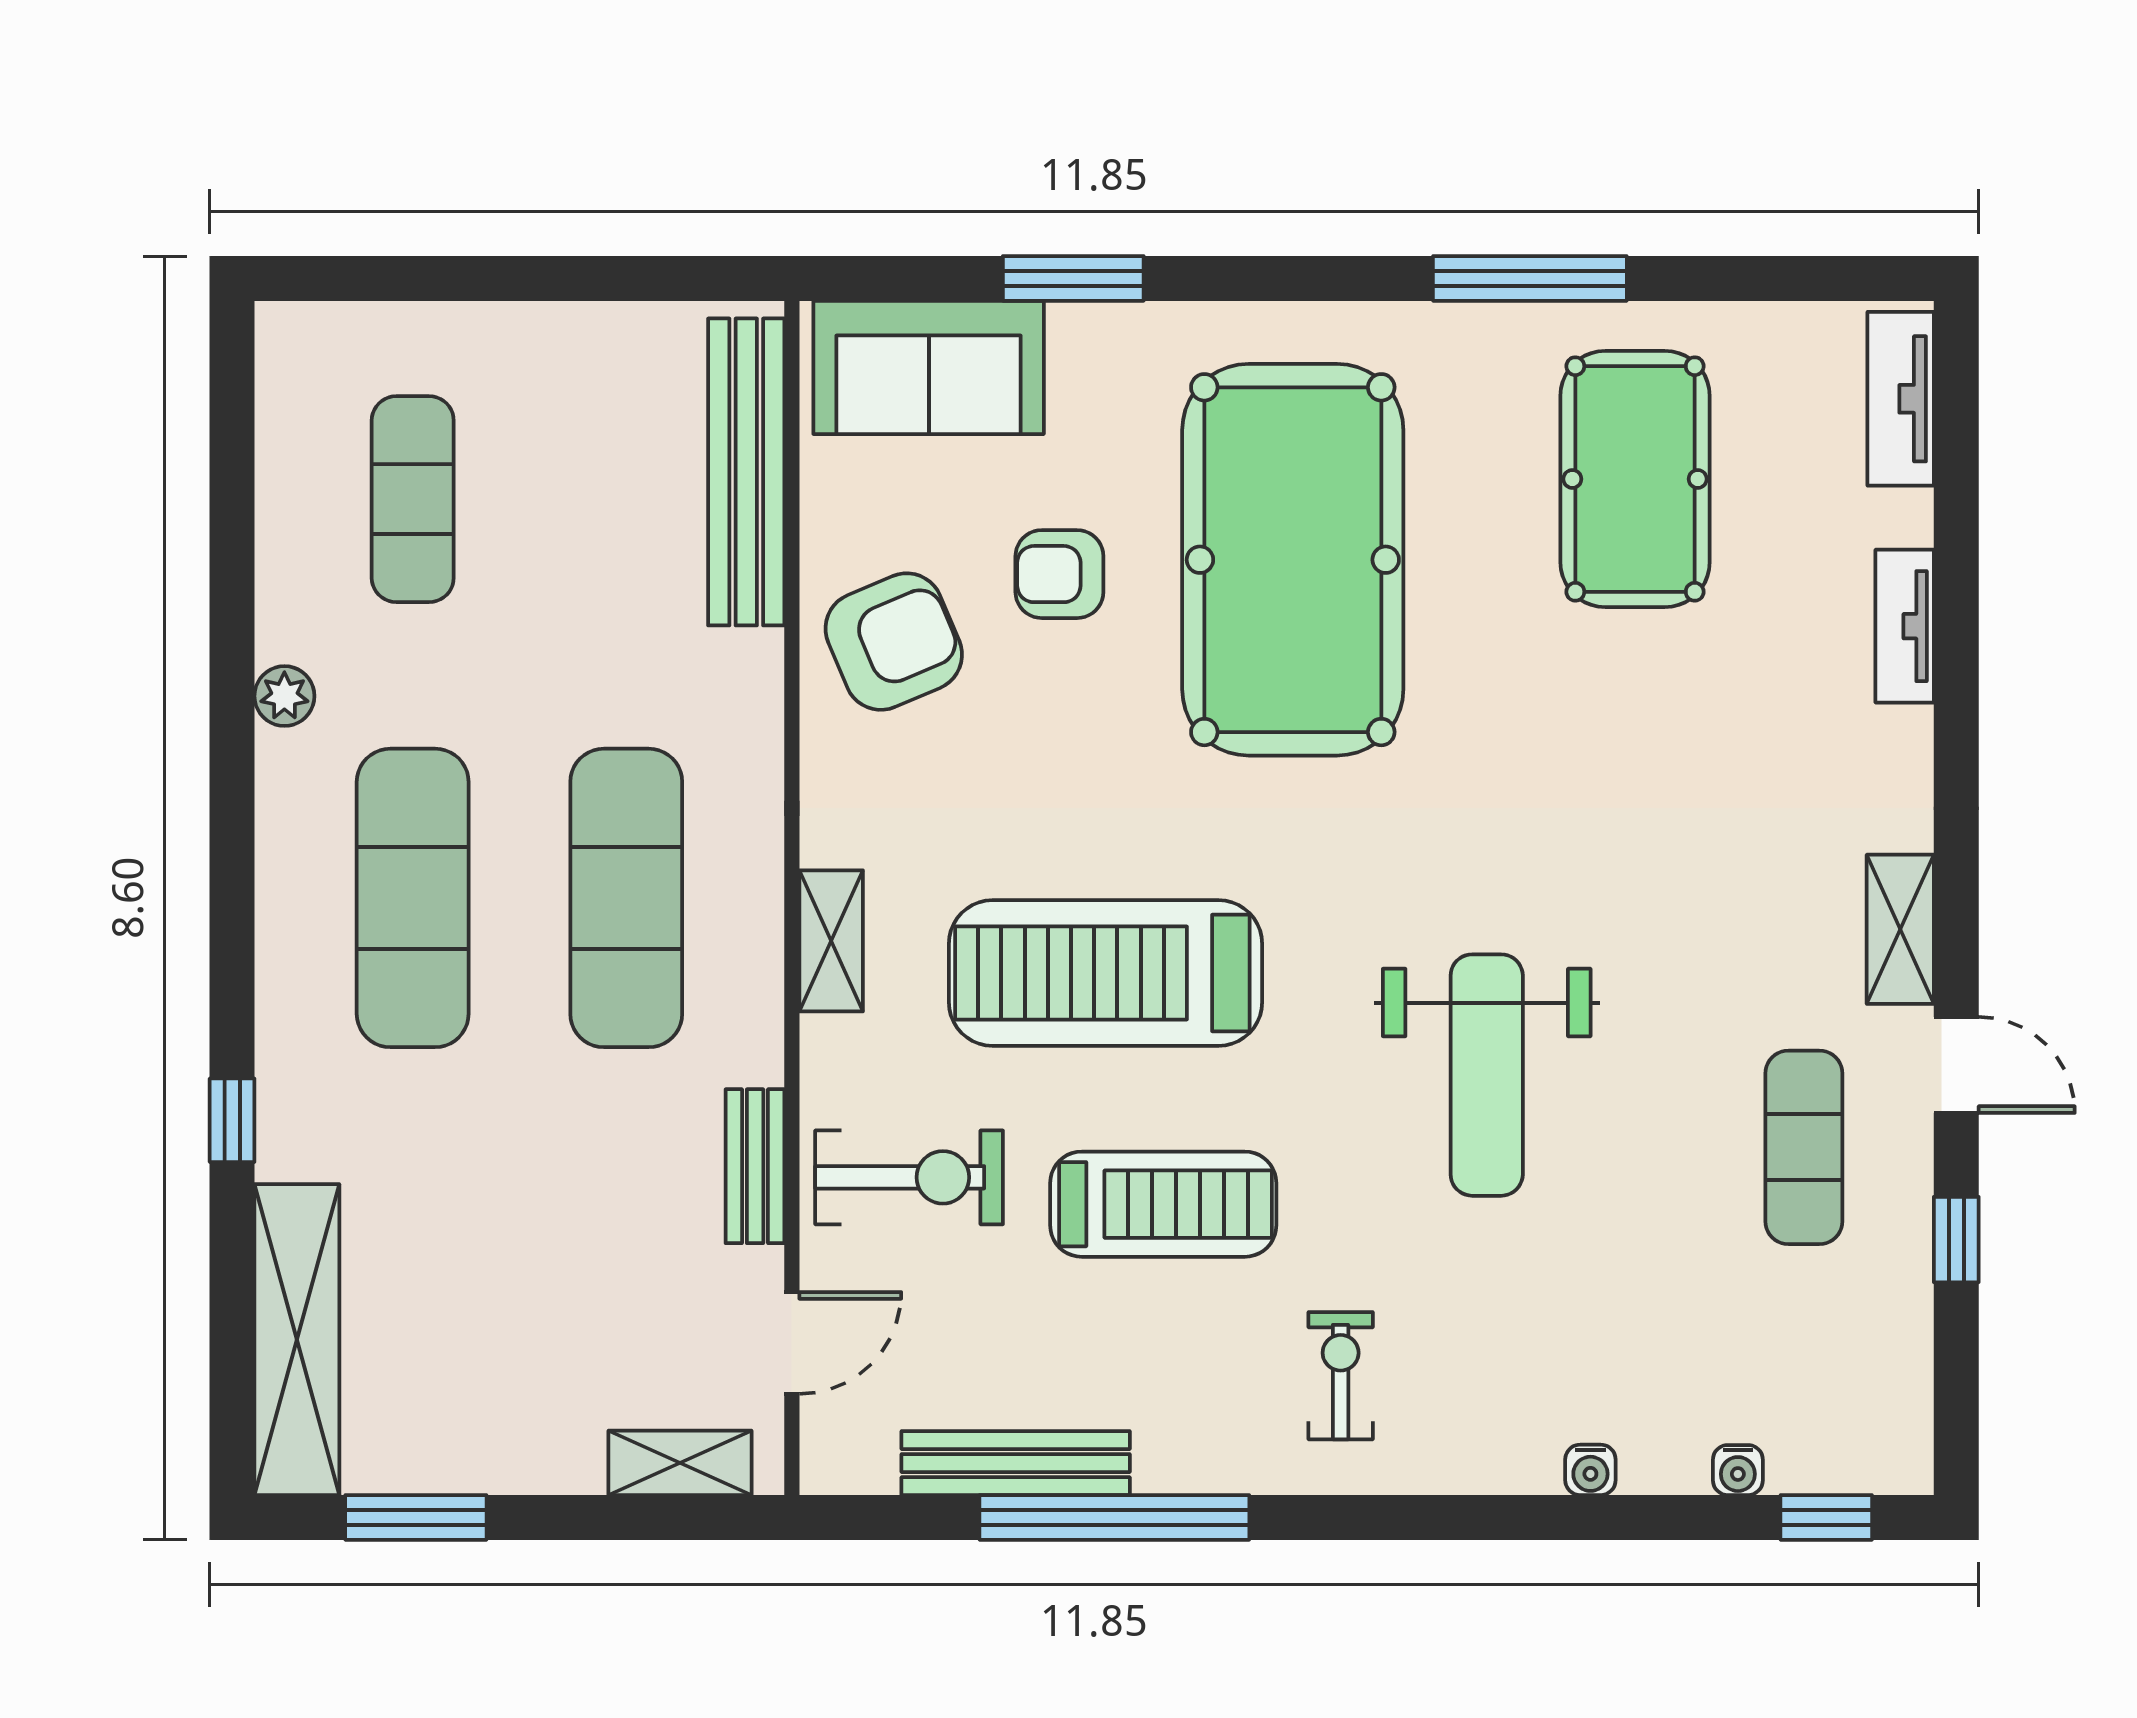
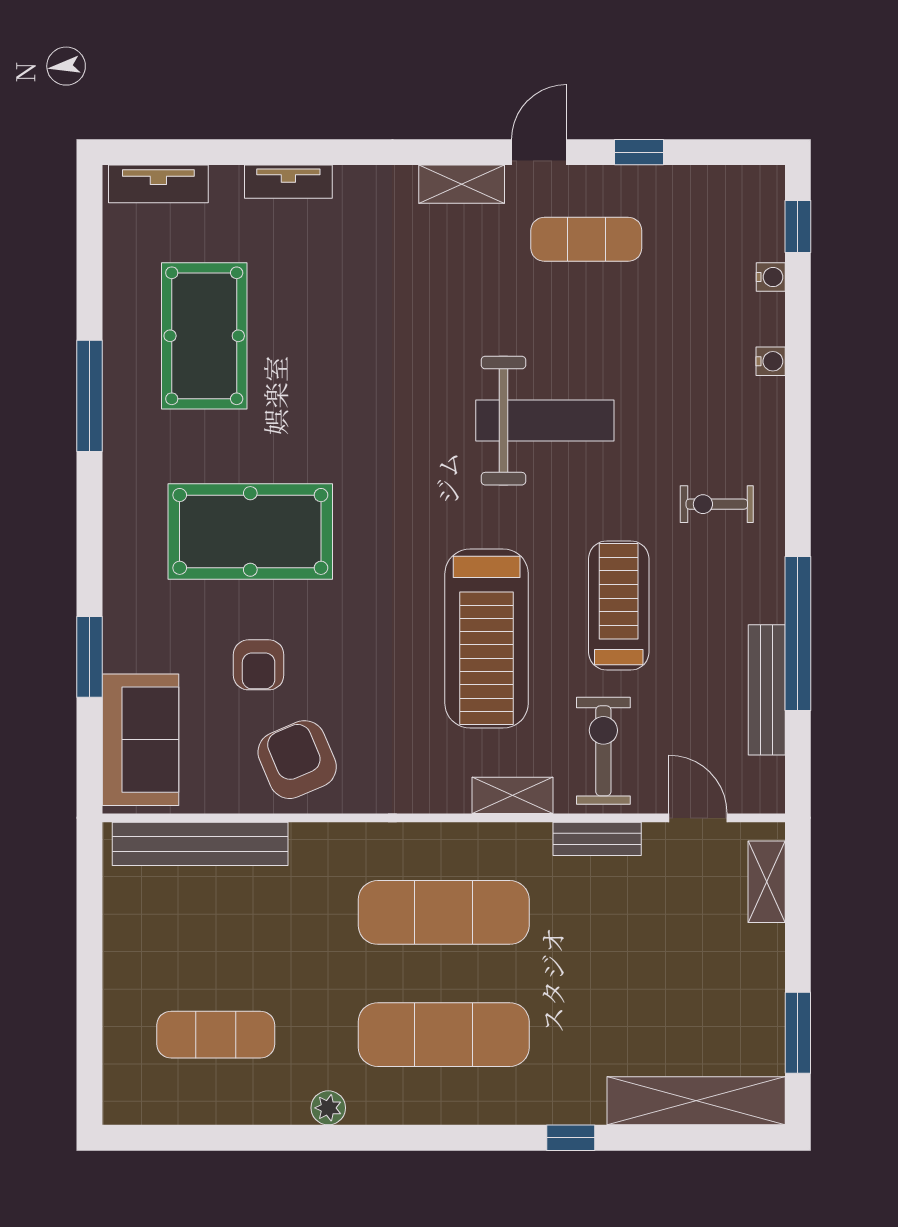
pool table: (1635, 479) -> (204, 336), turned 90
pool table: (1293, 560) -> (250, 531), width x0.73, depth x0.76
shelving: (831, 941) -> (512, 795), moved

